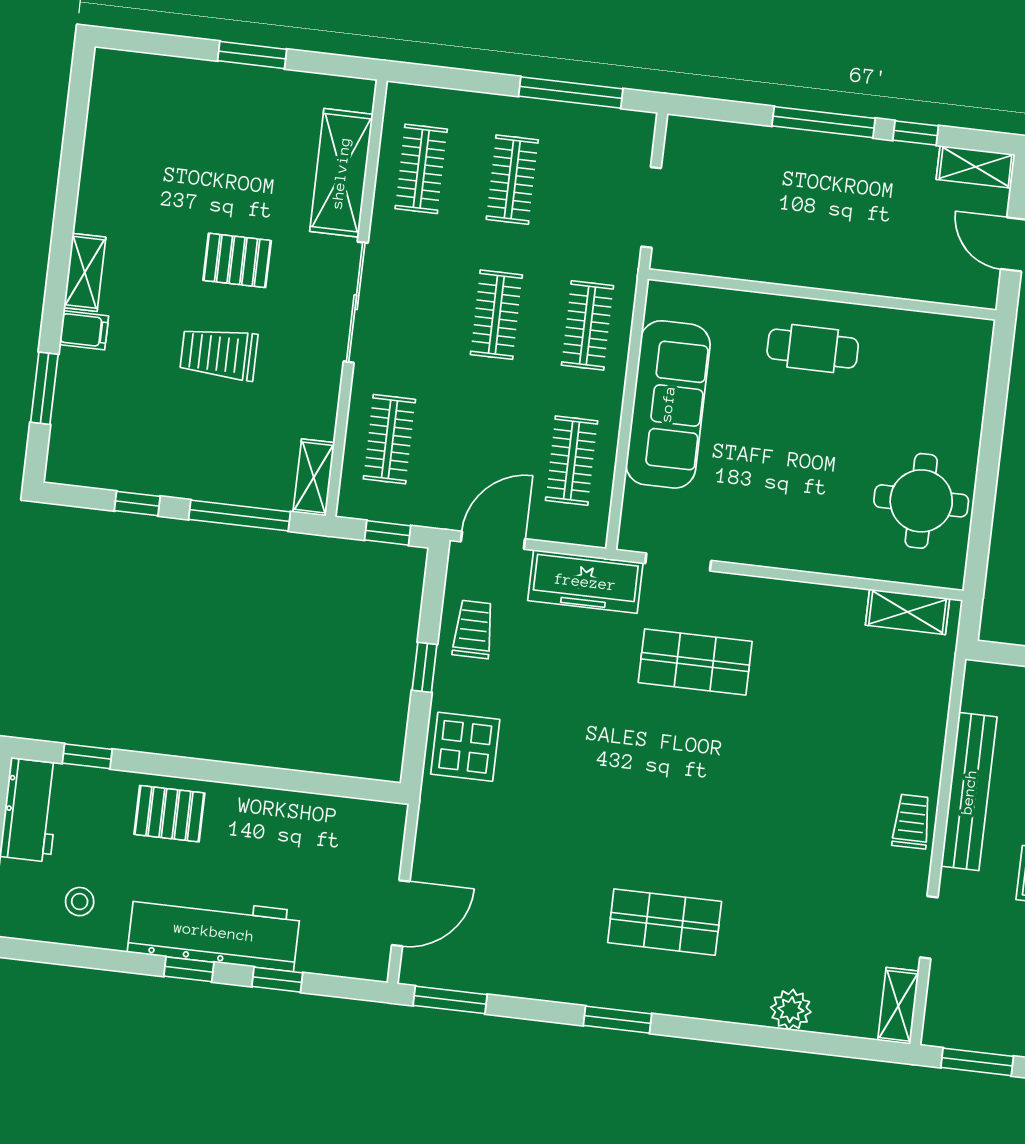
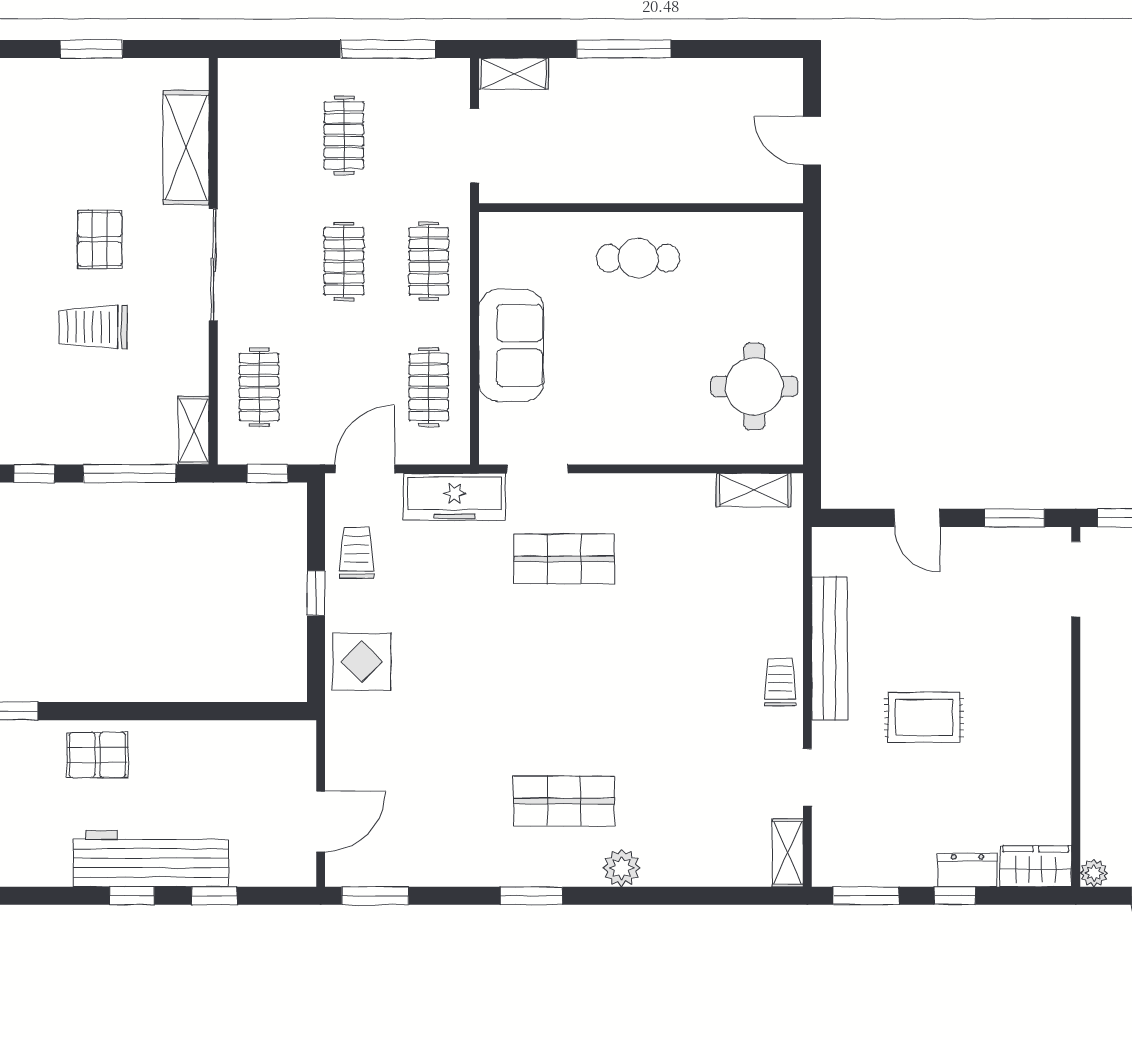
window: (916, 133) -> (709, 49), removed
shelving: (976, 167) -> (514, 74), moved
clothes rail: (421, 169) -> (259, 135), removed
pallet: (237, 260) -> (100, 239), turned 90
sofa: (668, 404) -> (511, 345), width x0.73
stool: (80, 902) -> (24, 845), removed
plant: (791, 1010) -> (622, 868), moved

